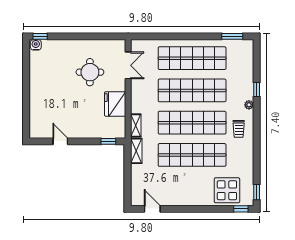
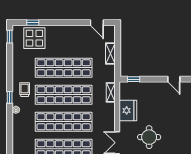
window: (257, 90) -> (10, 97), moved
shelving: (136, 151) -> (110, 53), moved
window: (241, 209) -> (33, 23), moved

